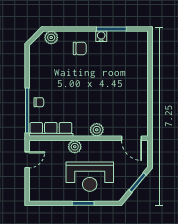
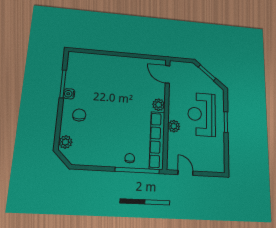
row of seats: (51, 129) -> (157, 140), width x1.36
door: (132, 138) -> (167, 74), swing flipped
reception desk: (90, 177) -> (202, 114), turned 180

